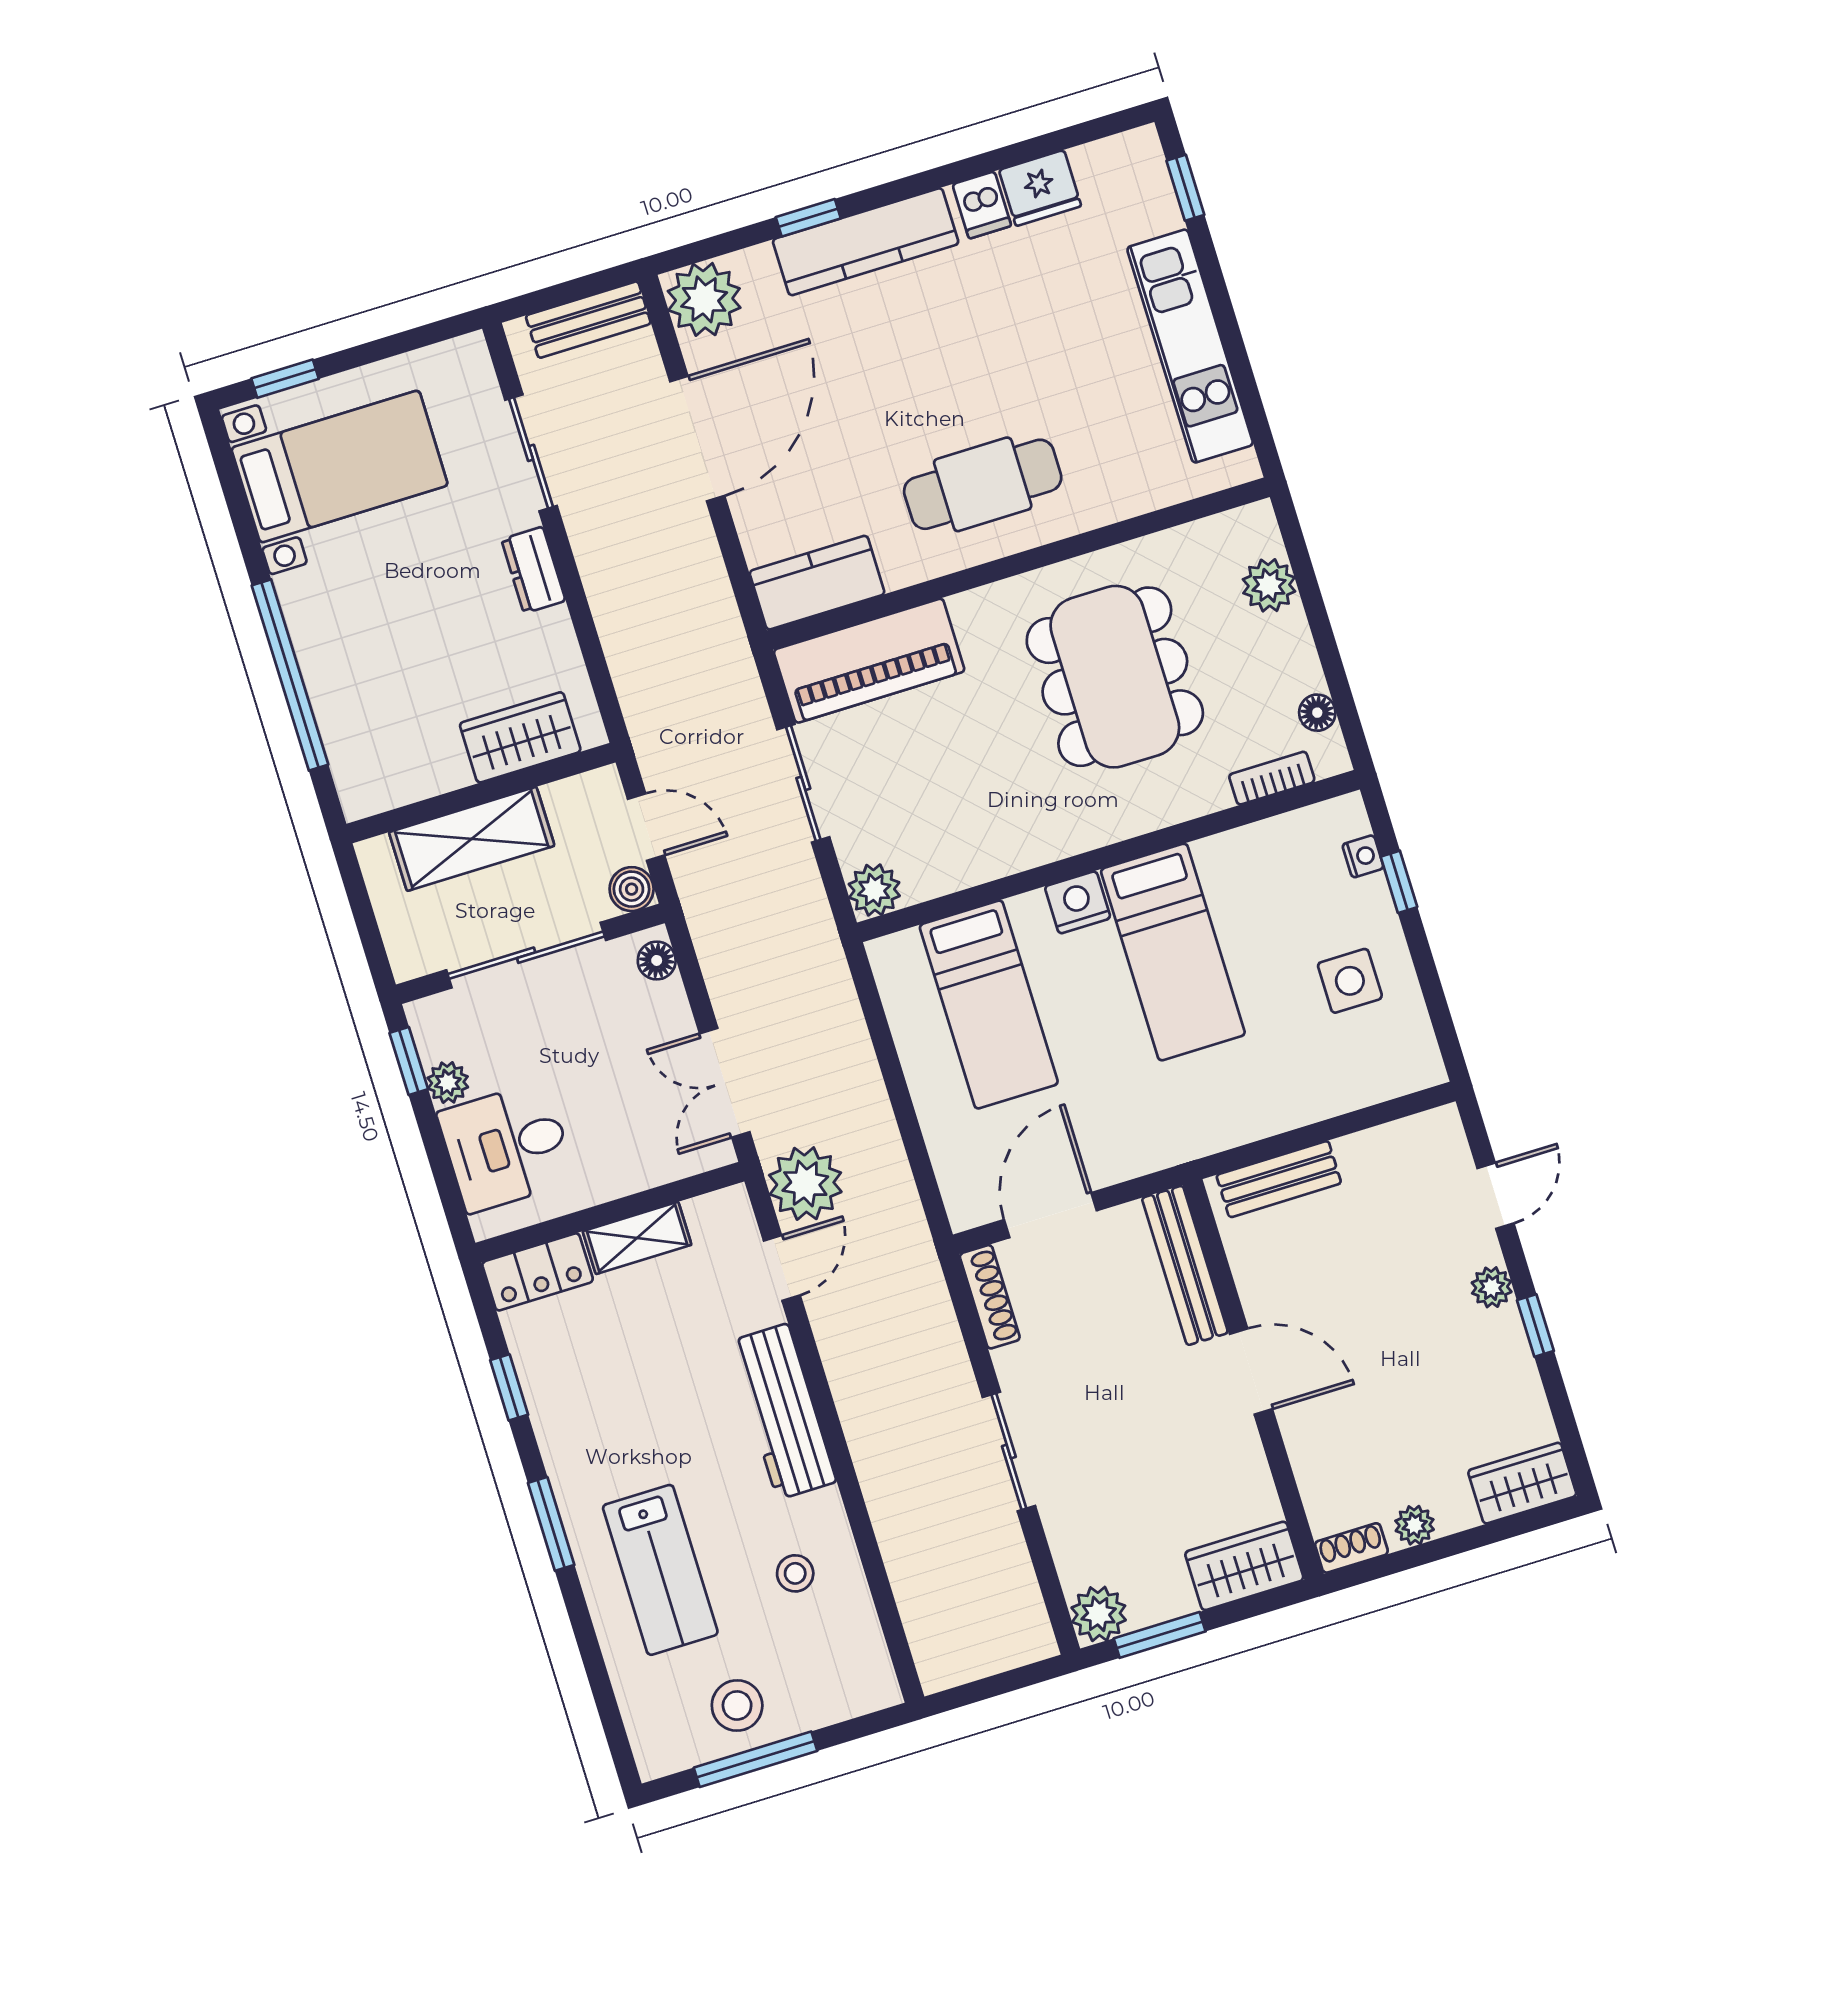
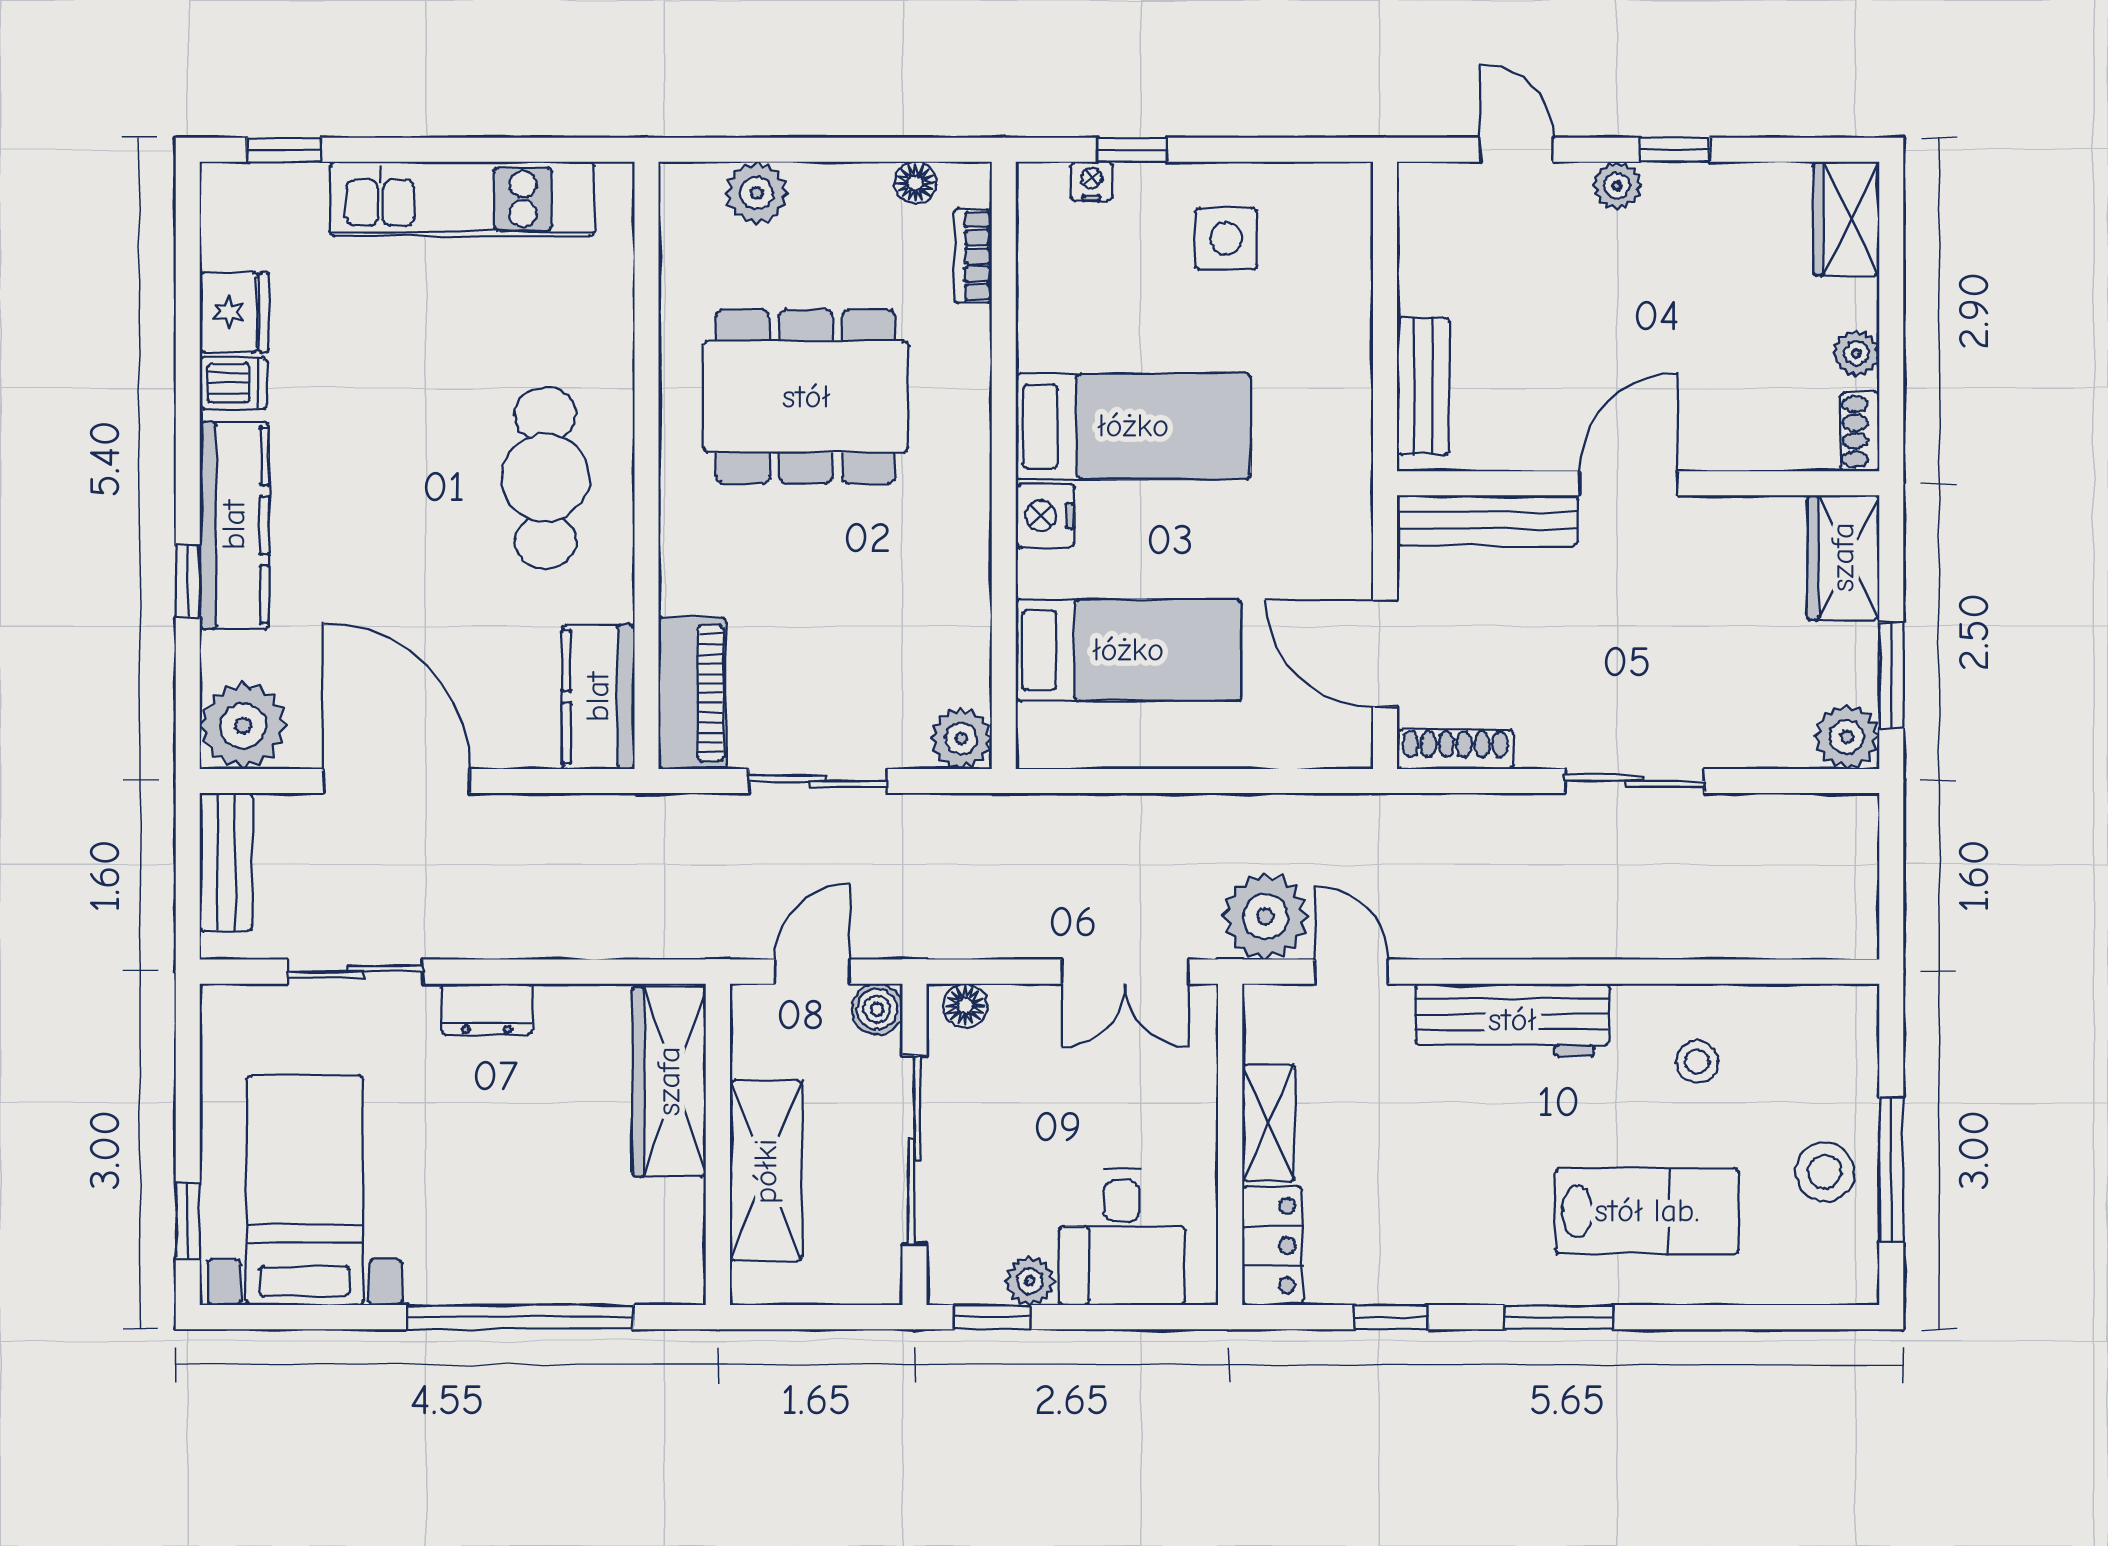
piano: (869, 661) -> (692, 693), width x0.73, depth x0.75
wardrobe: (520, 737) -> (669, 1081), width x1.50

